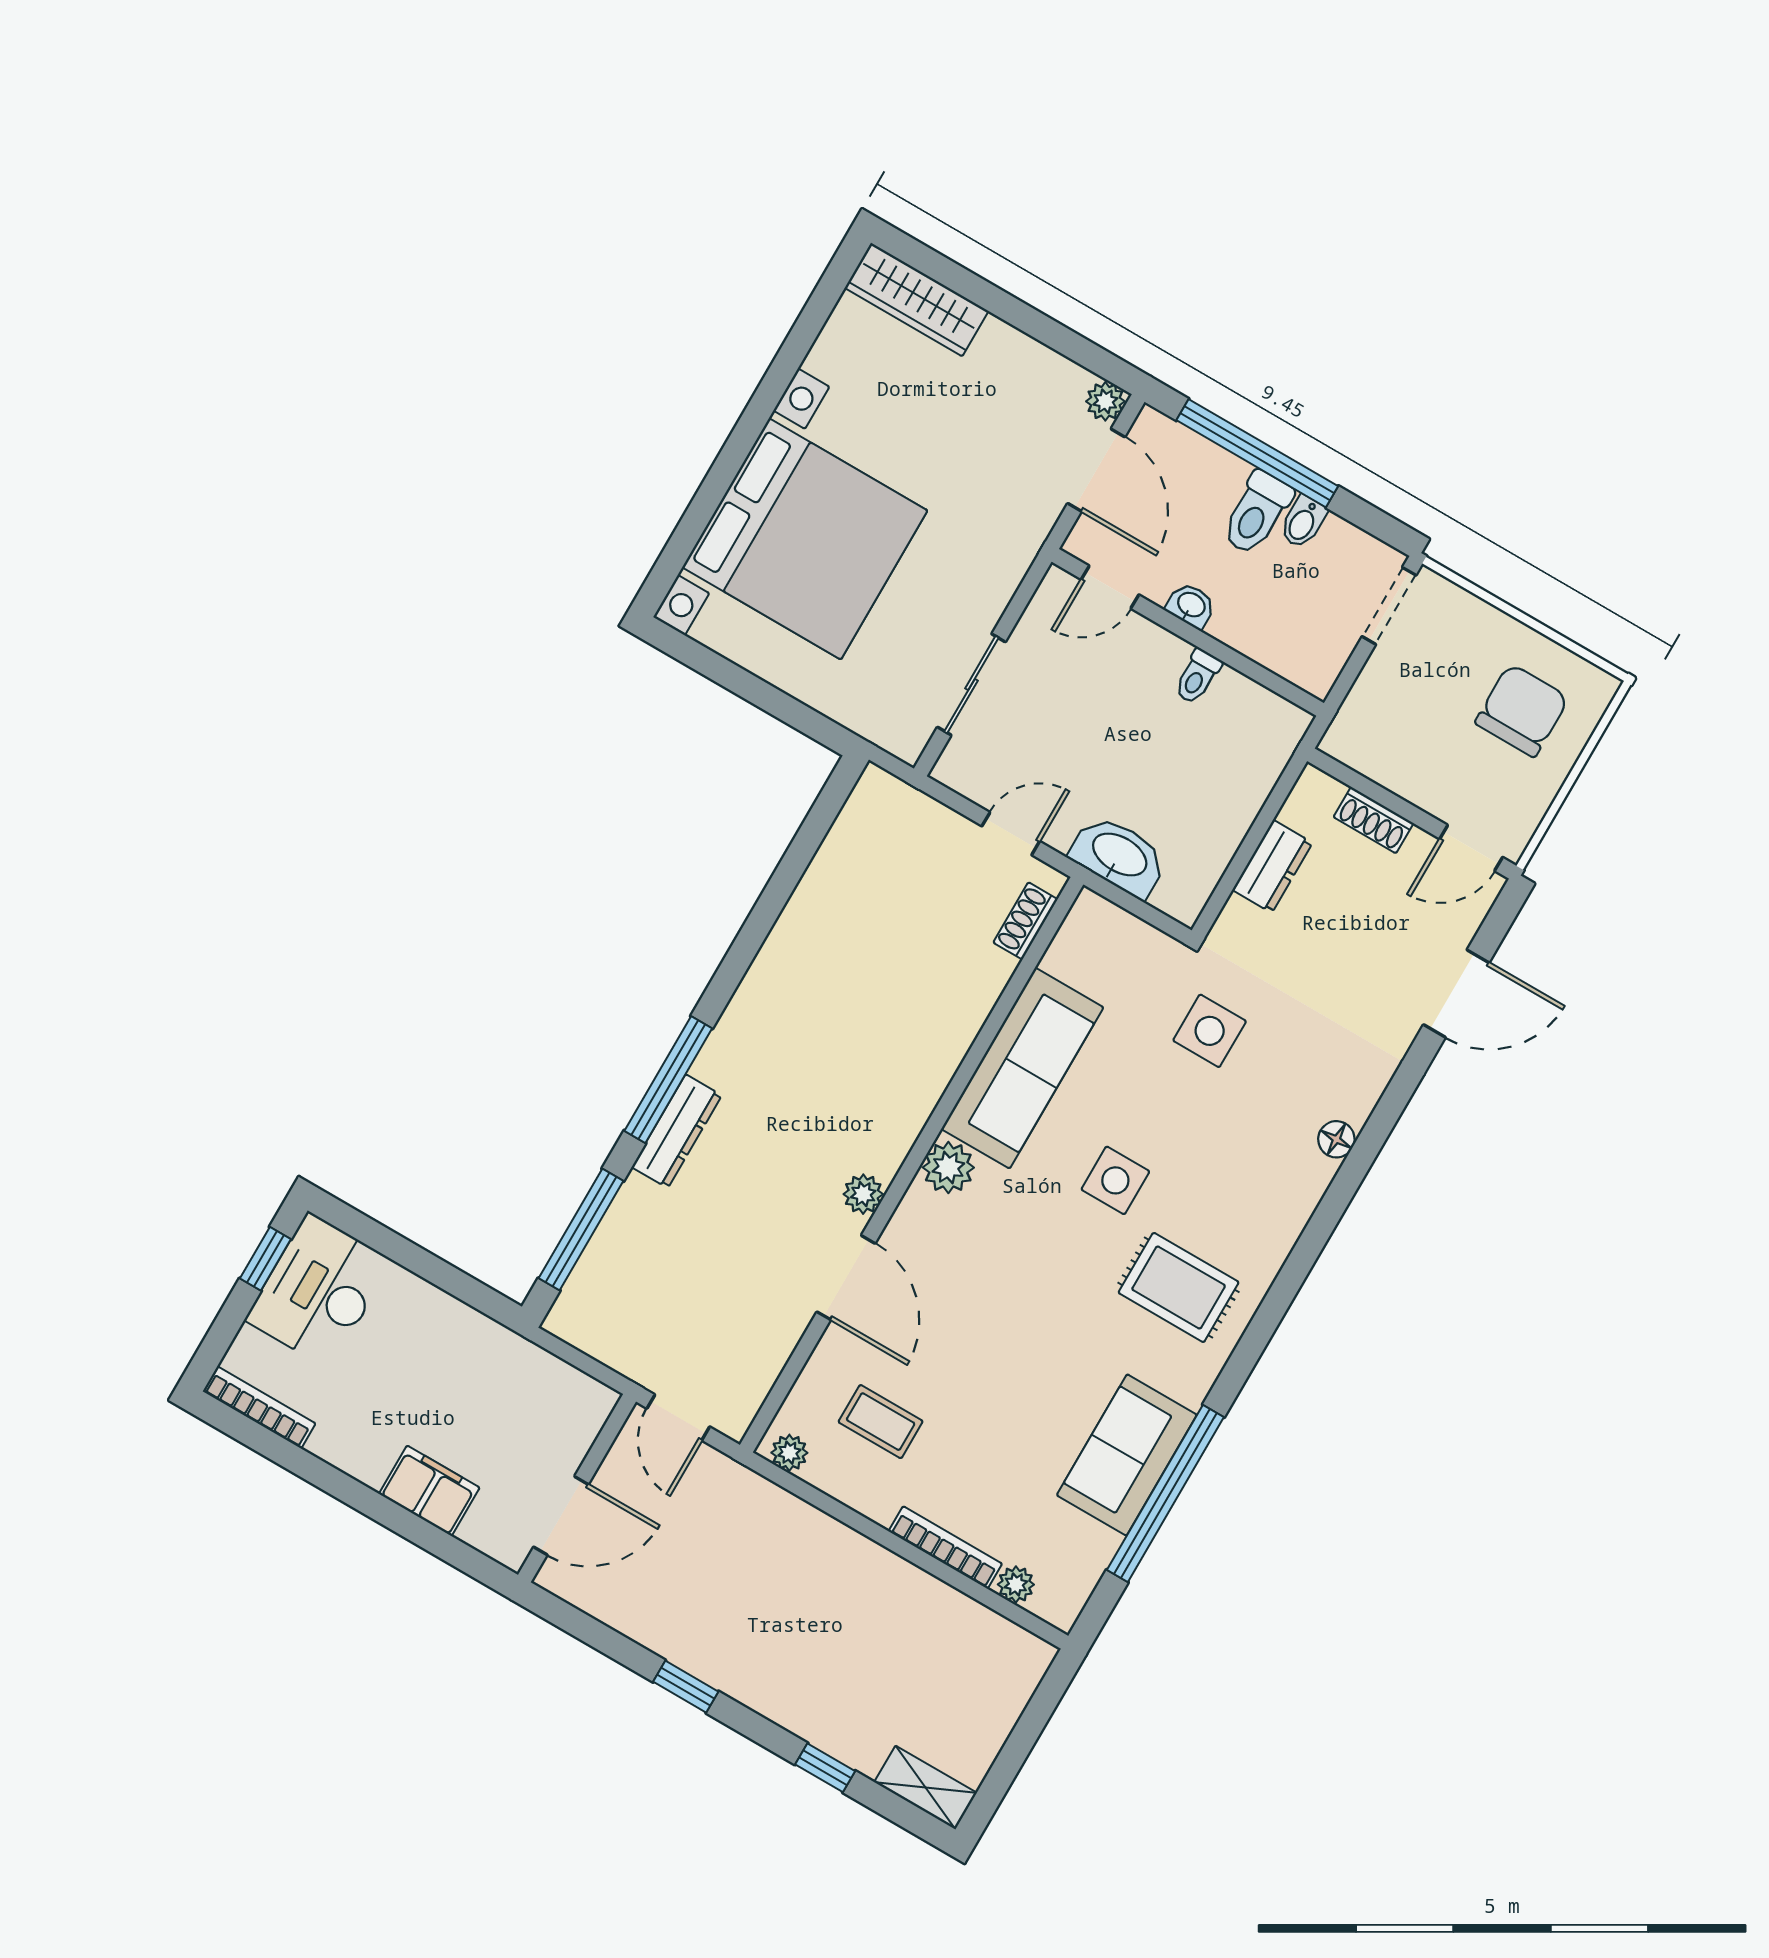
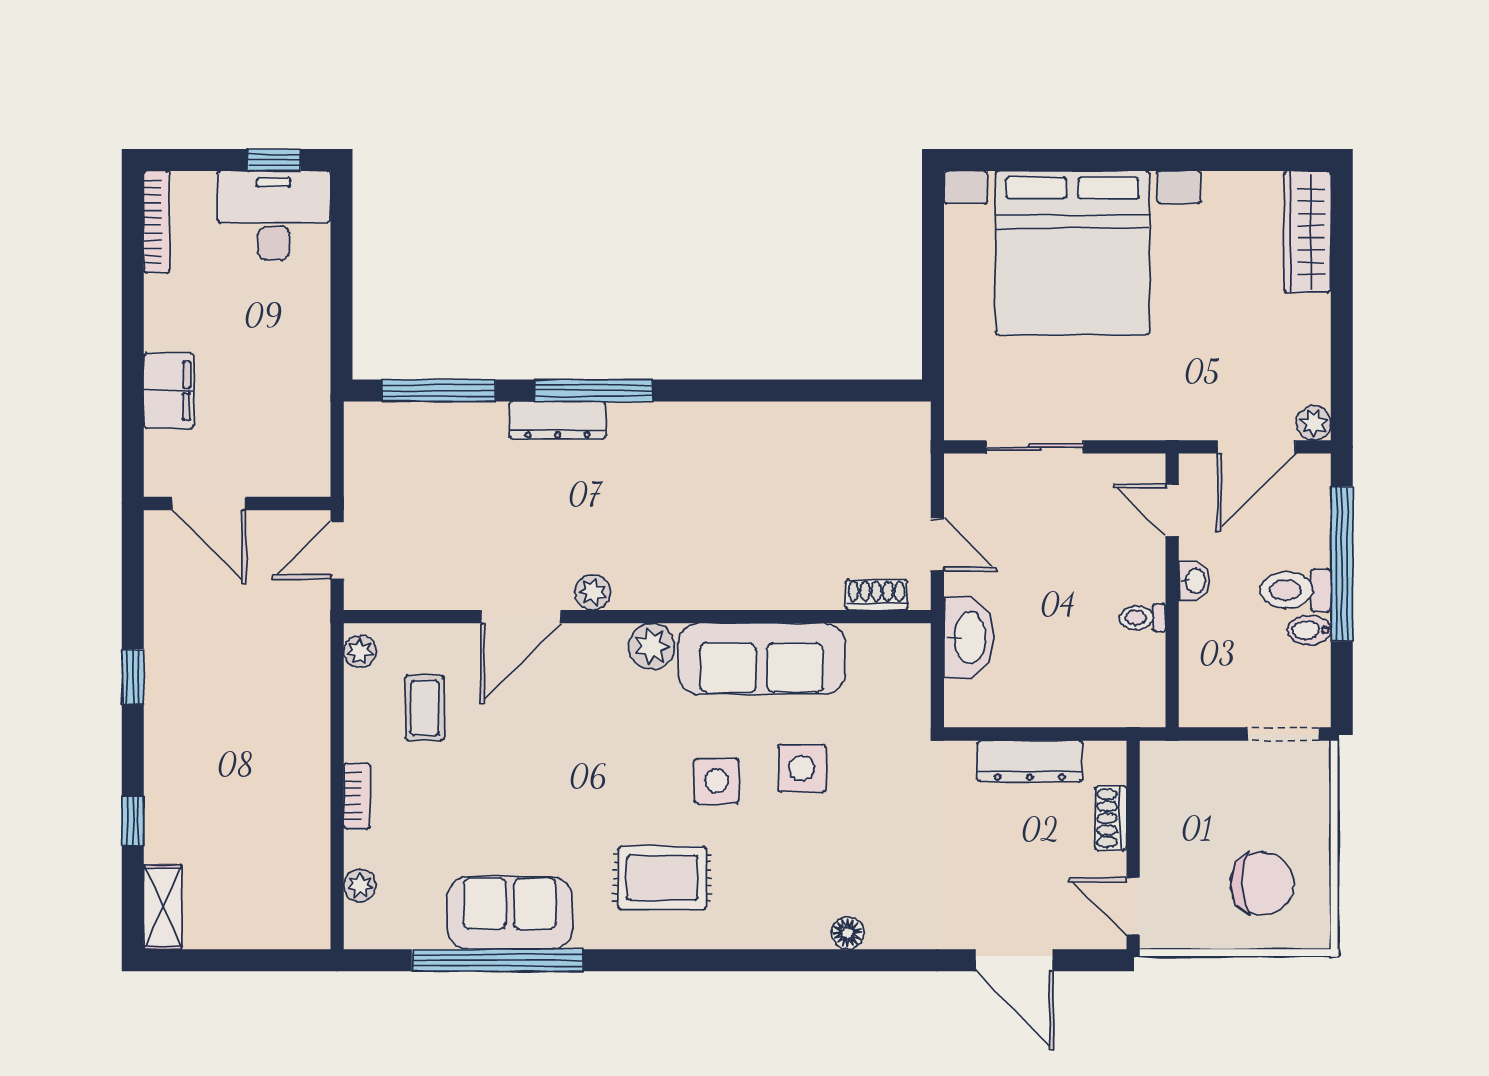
dresser: (1272, 866) -> (1030, 761), width x1.44
side table: (1210, 1031) -> (802, 768), moved
rug: (1179, 1287) -> (662, 878), turned 90
bookcase: (945, 1547) -> (357, 796), width x0.64

